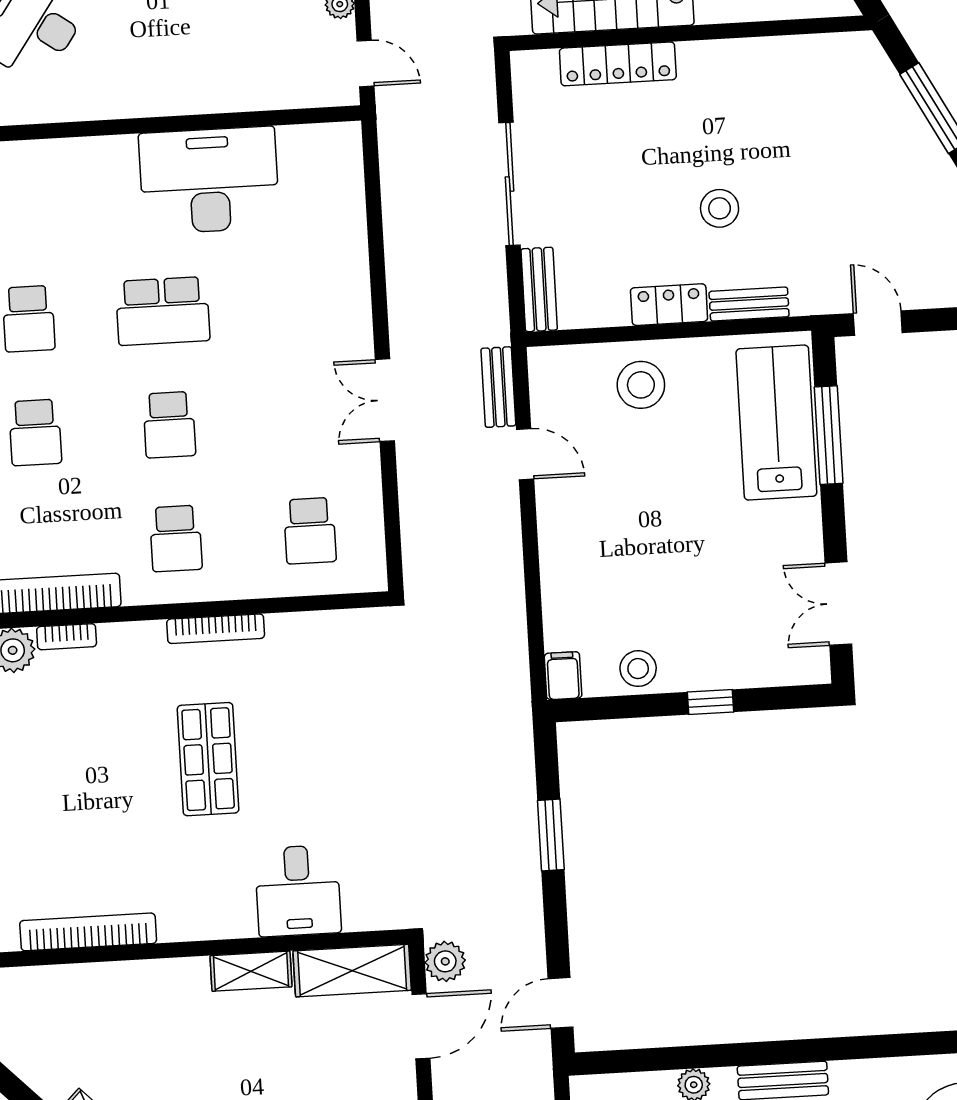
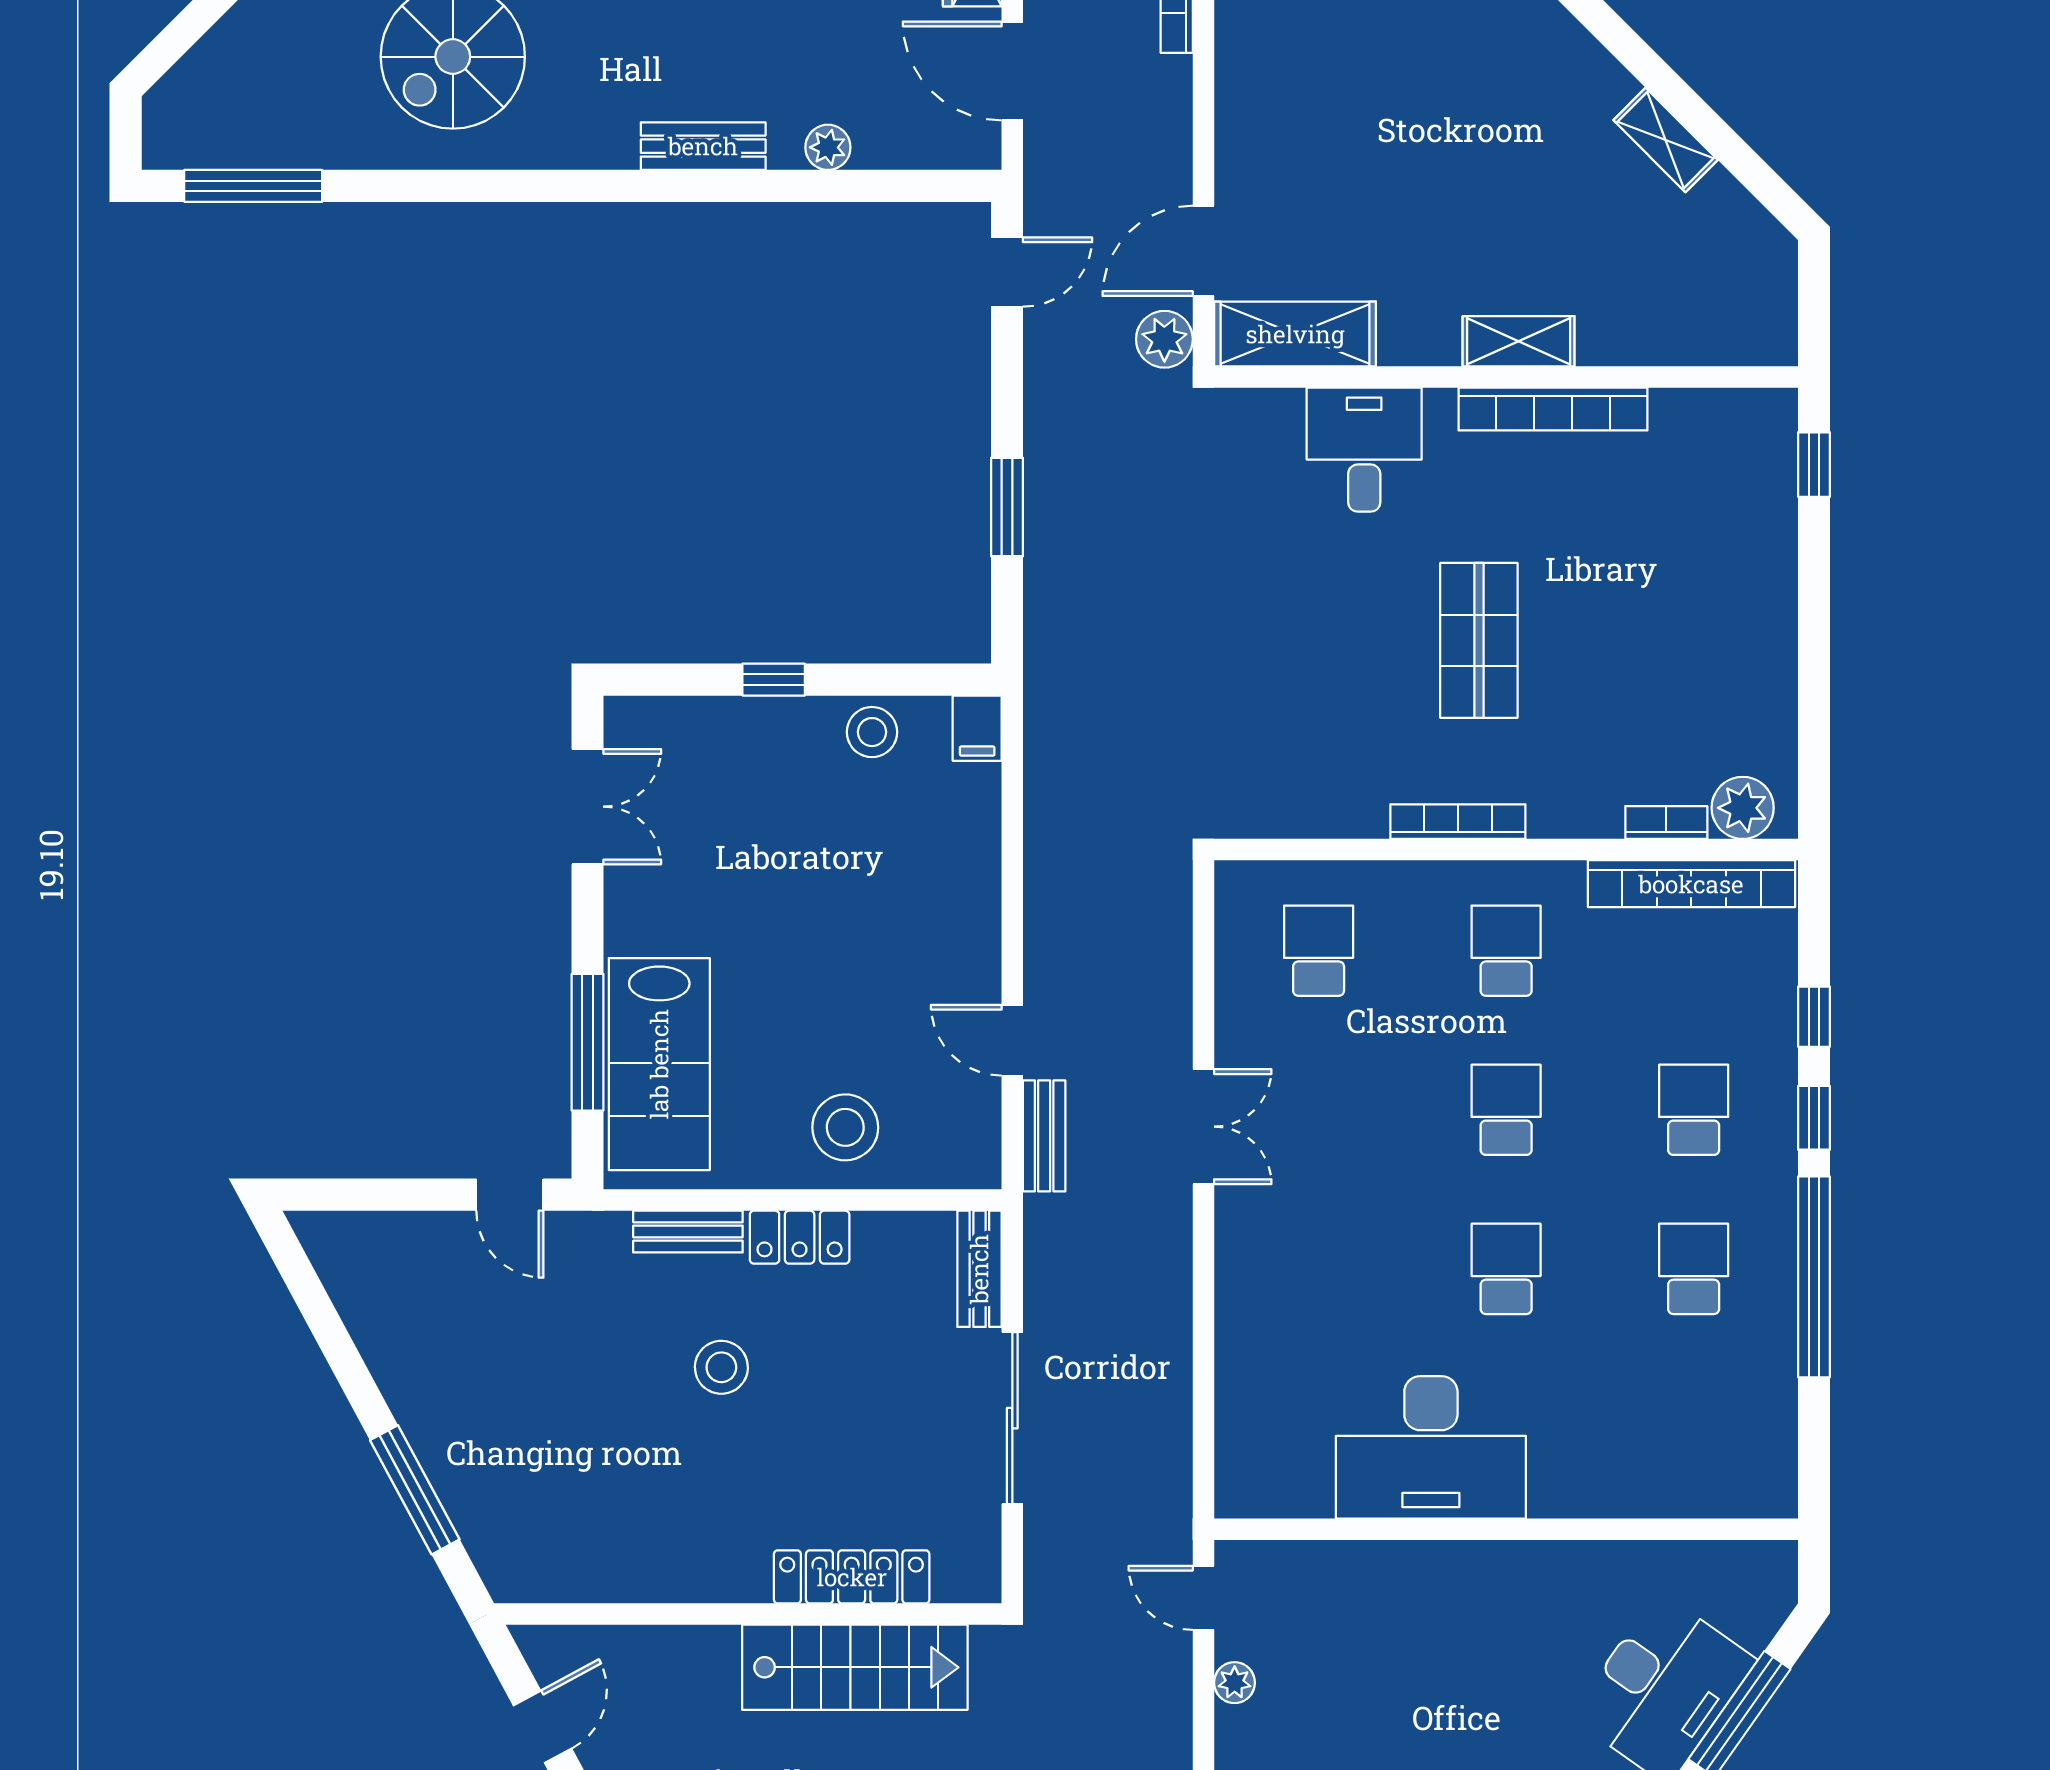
school desk: (163, 311) -> (1506, 1269), width x0.54
bookcase: (88, 932) -> (1553, 409), moved
shelving: (251, 971) -> (1519, 341), moved

